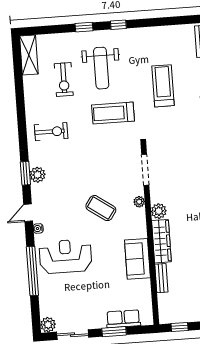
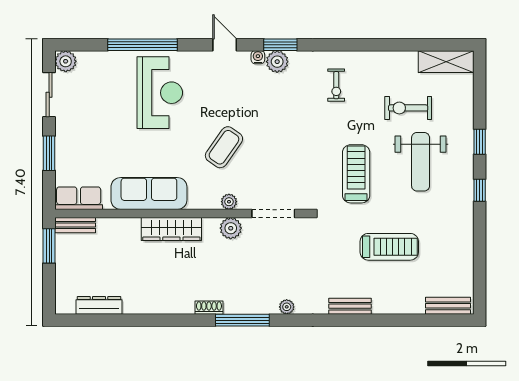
weight bench: (101, 68) -> (421, 162), turned -90
exercise bike: (51, 132) -> (336, 85), width x0.73, depth x0.72
plant: (159, 211) -> (231, 228), moved
water cooler: (38, 228) -> (258, 57), moved
sofa: (137, 259) -> (149, 193), width x1.36
bench: (161, 278) -> (75, 225), moved
row of seats: (123, 319) -> (79, 198), moved, turned -90
window: (180, 327) -> (49, 246), width x1.50

